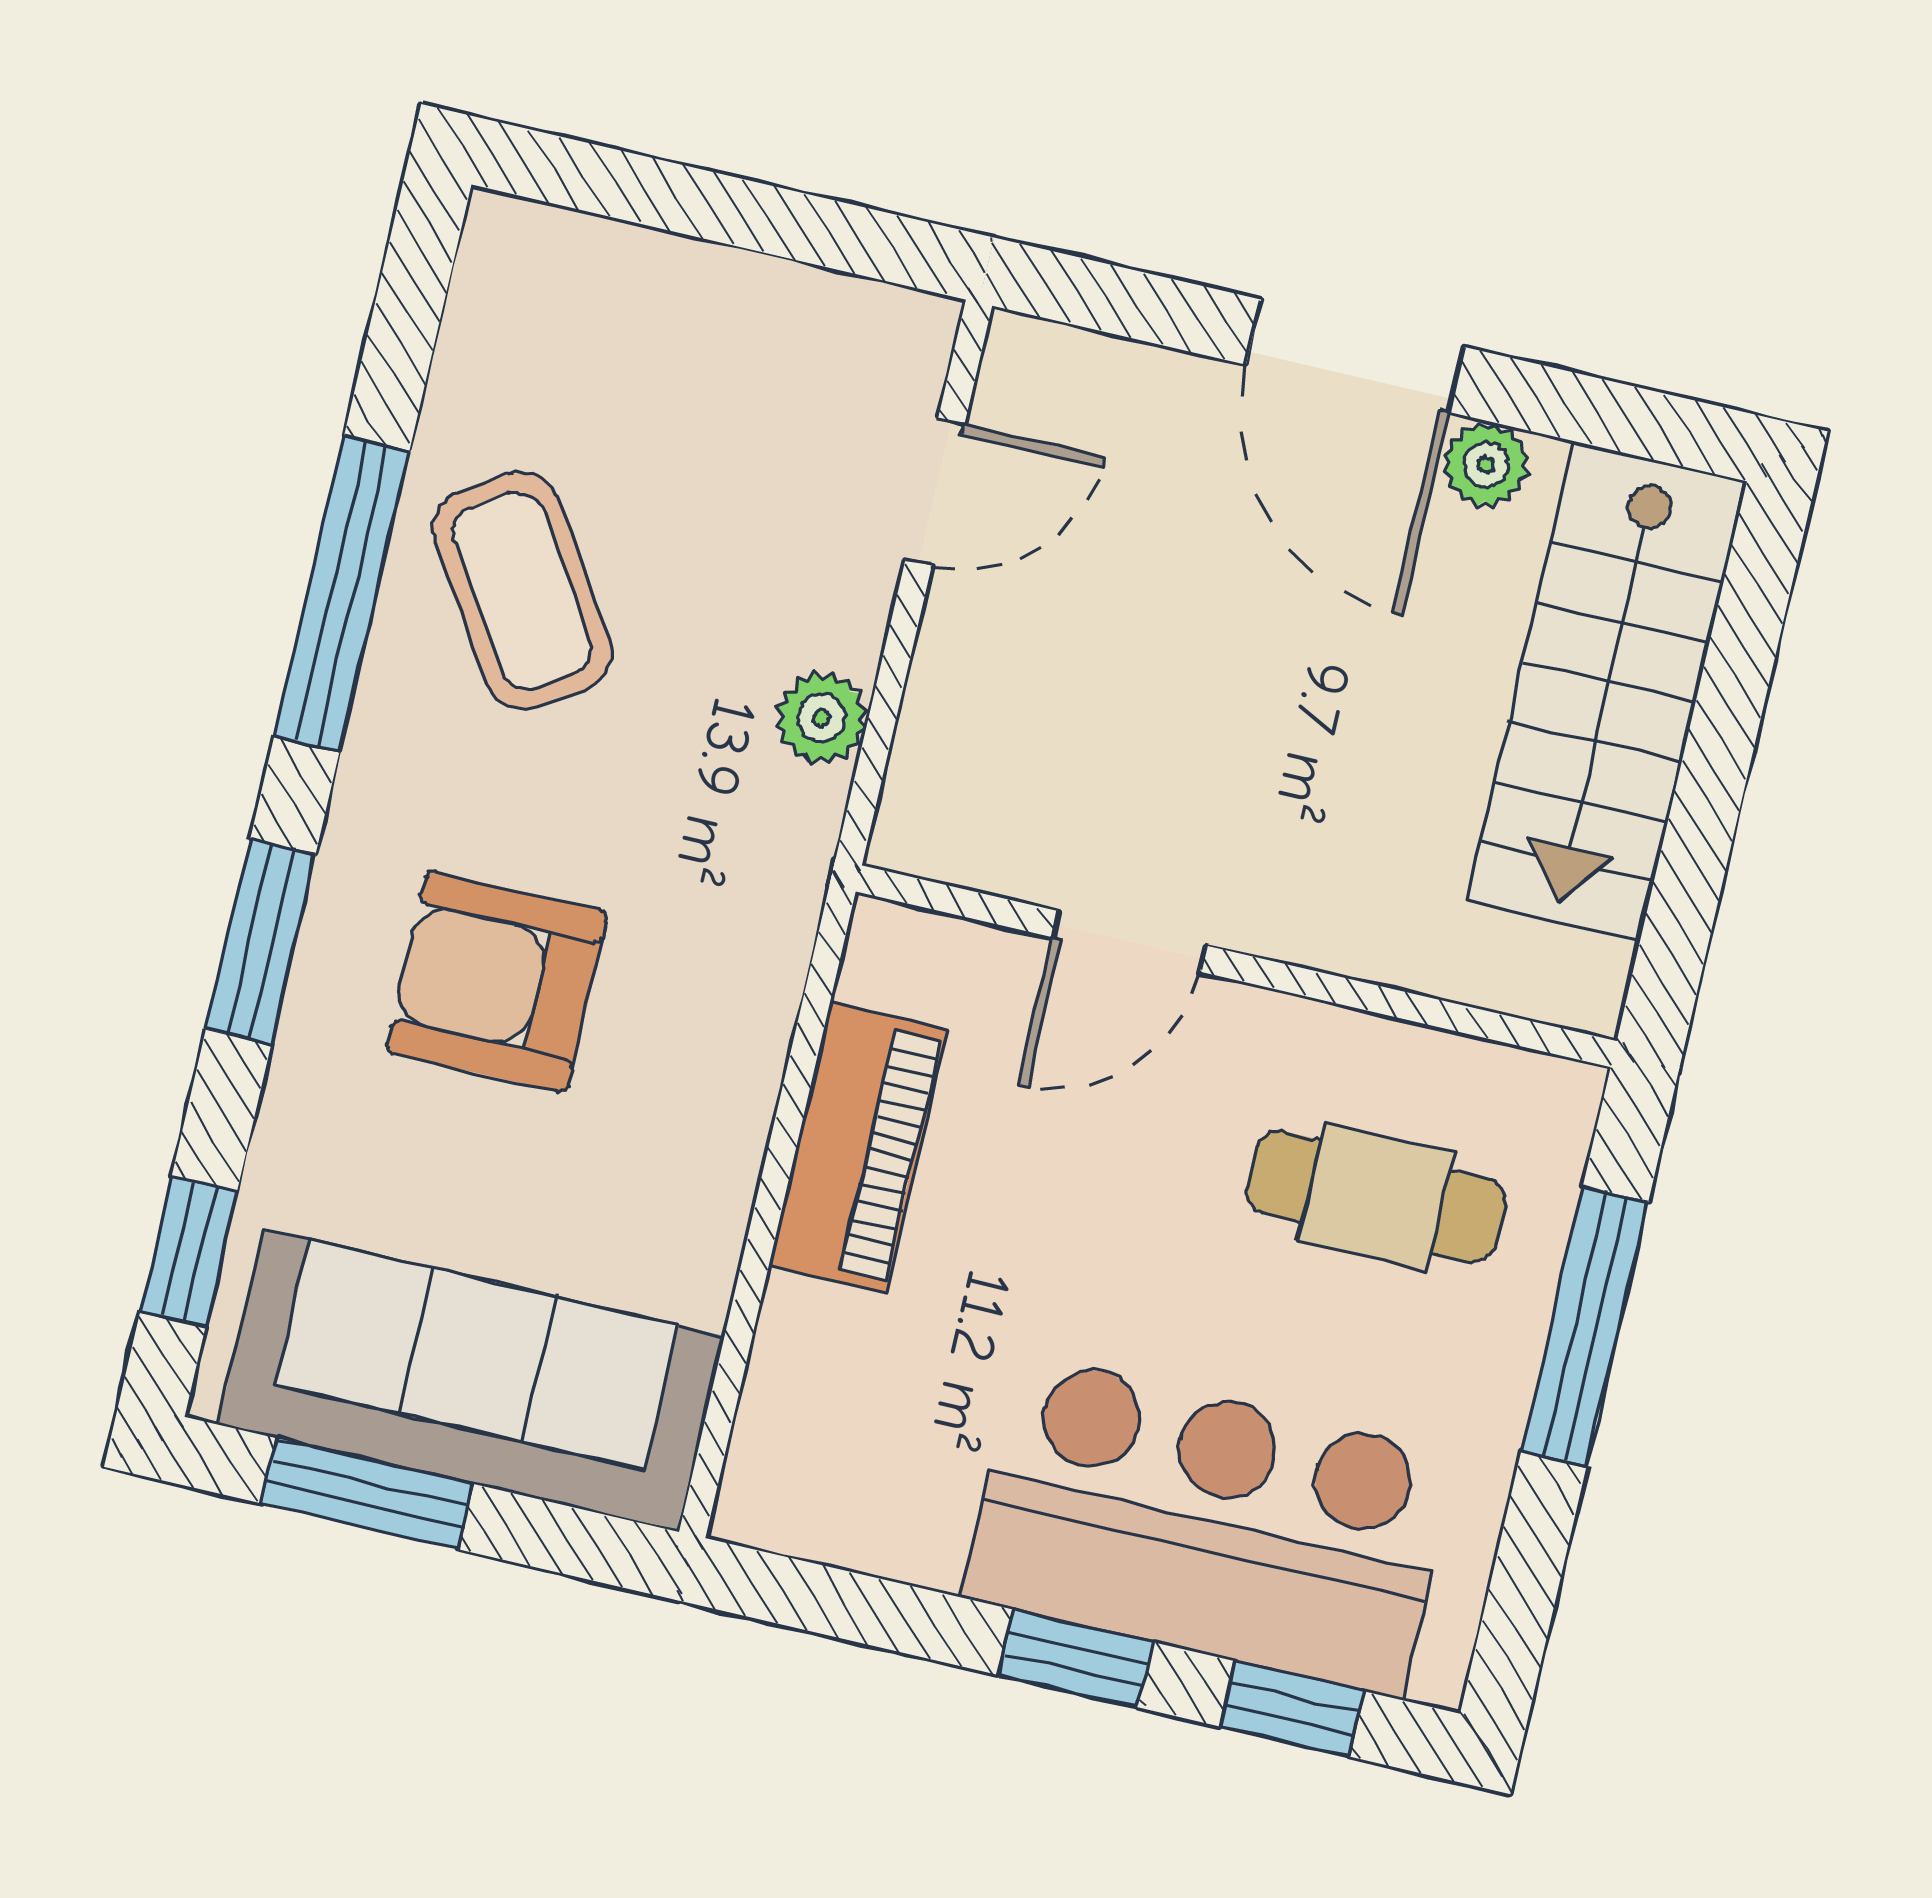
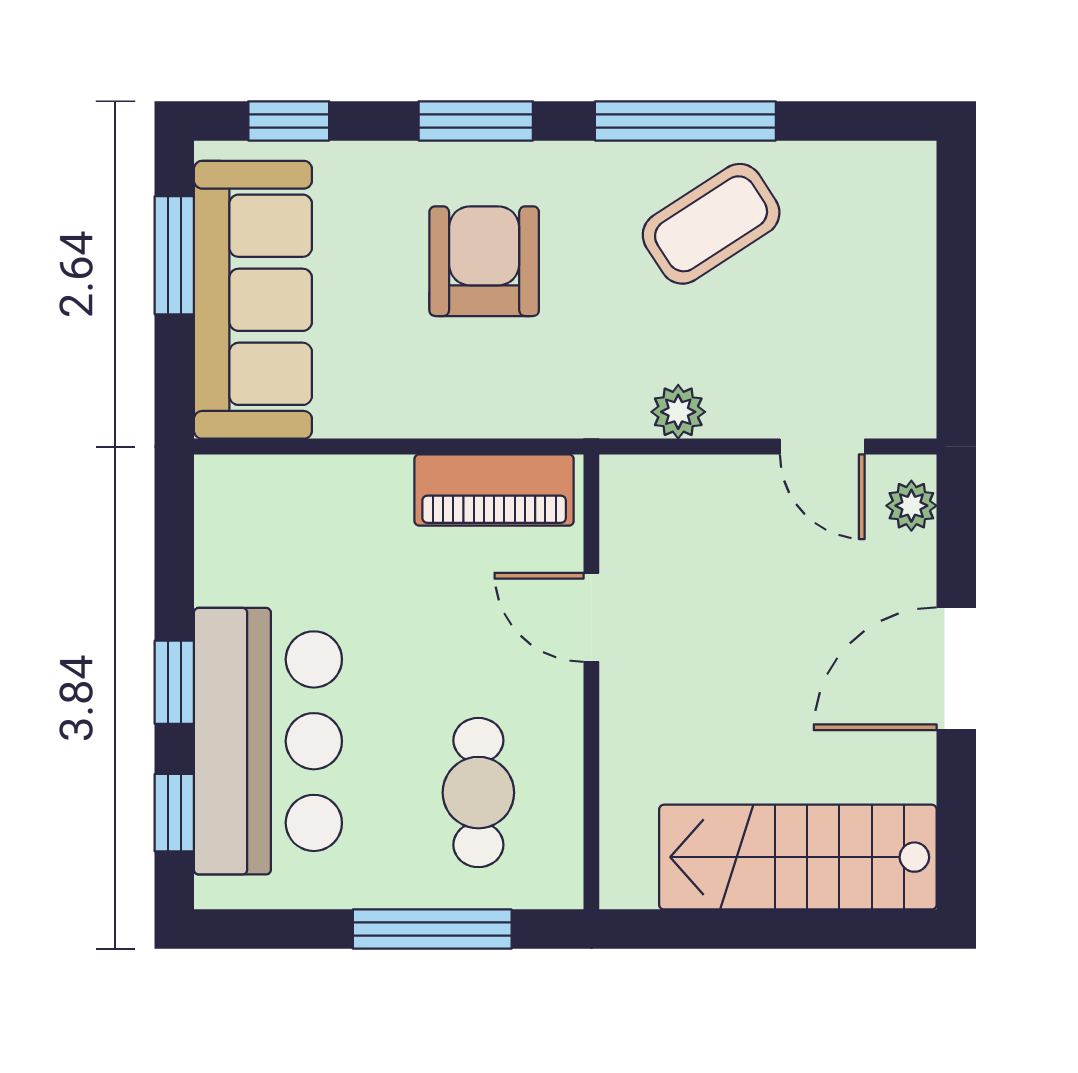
plant: (1486, 465) -> (911, 506), moved
piano: (858, 1148) -> (494, 490), moved

